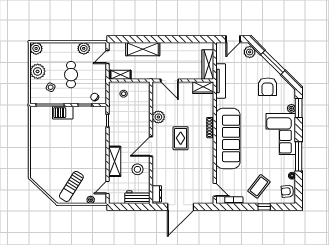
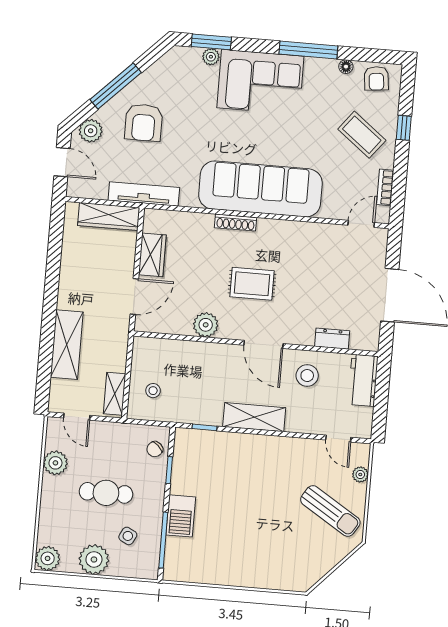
armchair: (268, 87) -> (144, 123), moved, turned 90
wardrobe: (203, 88) -> (152, 255), moved
shelving: (115, 161) -> (254, 417), moved
dresser: (157, 194) -> (332, 339), moved

